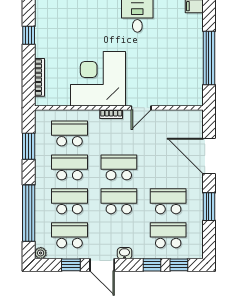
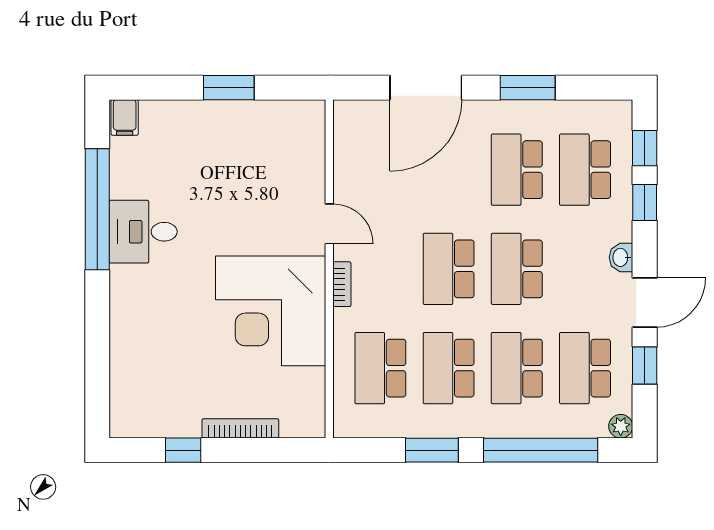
window: (209, 58) -> (229, 88), width x0.47
bookcase: (39, 77) -> (240, 428), moved
window: (29, 146) -> (432, 450), moved

